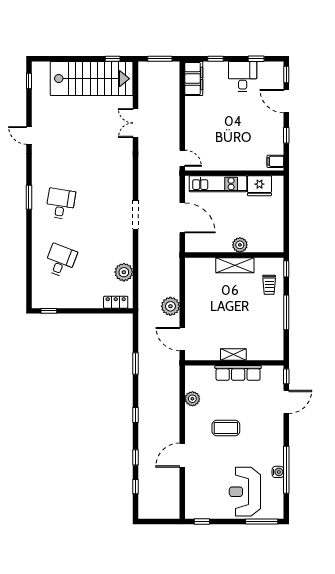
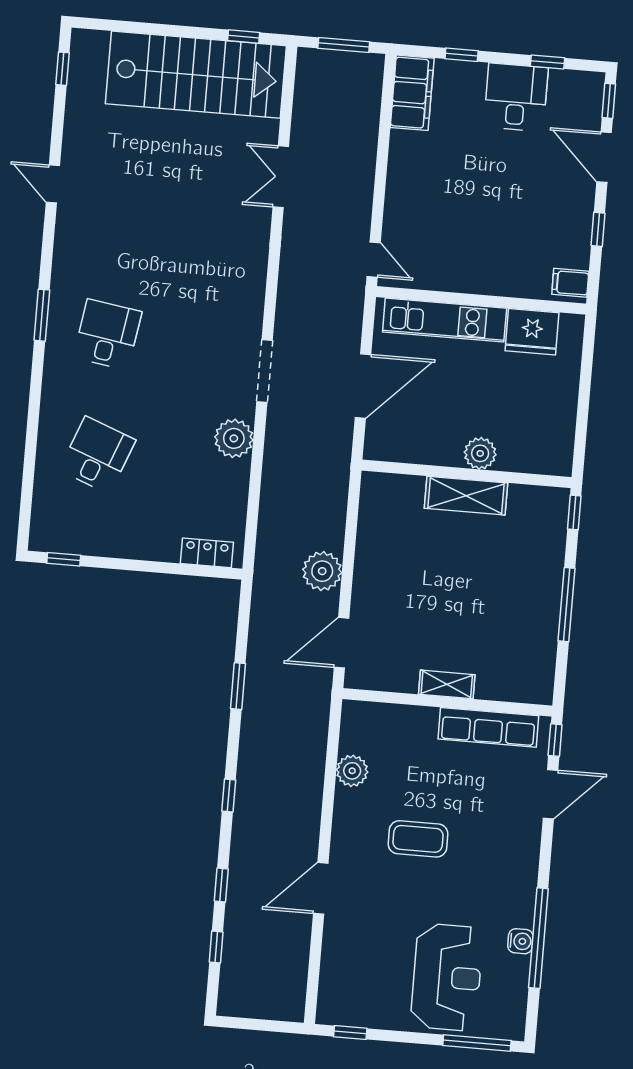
door: (182, 218) -> (363, 386), hinge flipped
plant: (124, 272) -> (234, 438), moved
trolley: (269, 285) -> (535, 543), removed
door: (182, 339) -> (341, 643), hinge flipped
row of seats: (238, 373) -> (488, 727), moved
reception desk: (245, 492) -> (447, 977), turned 180

